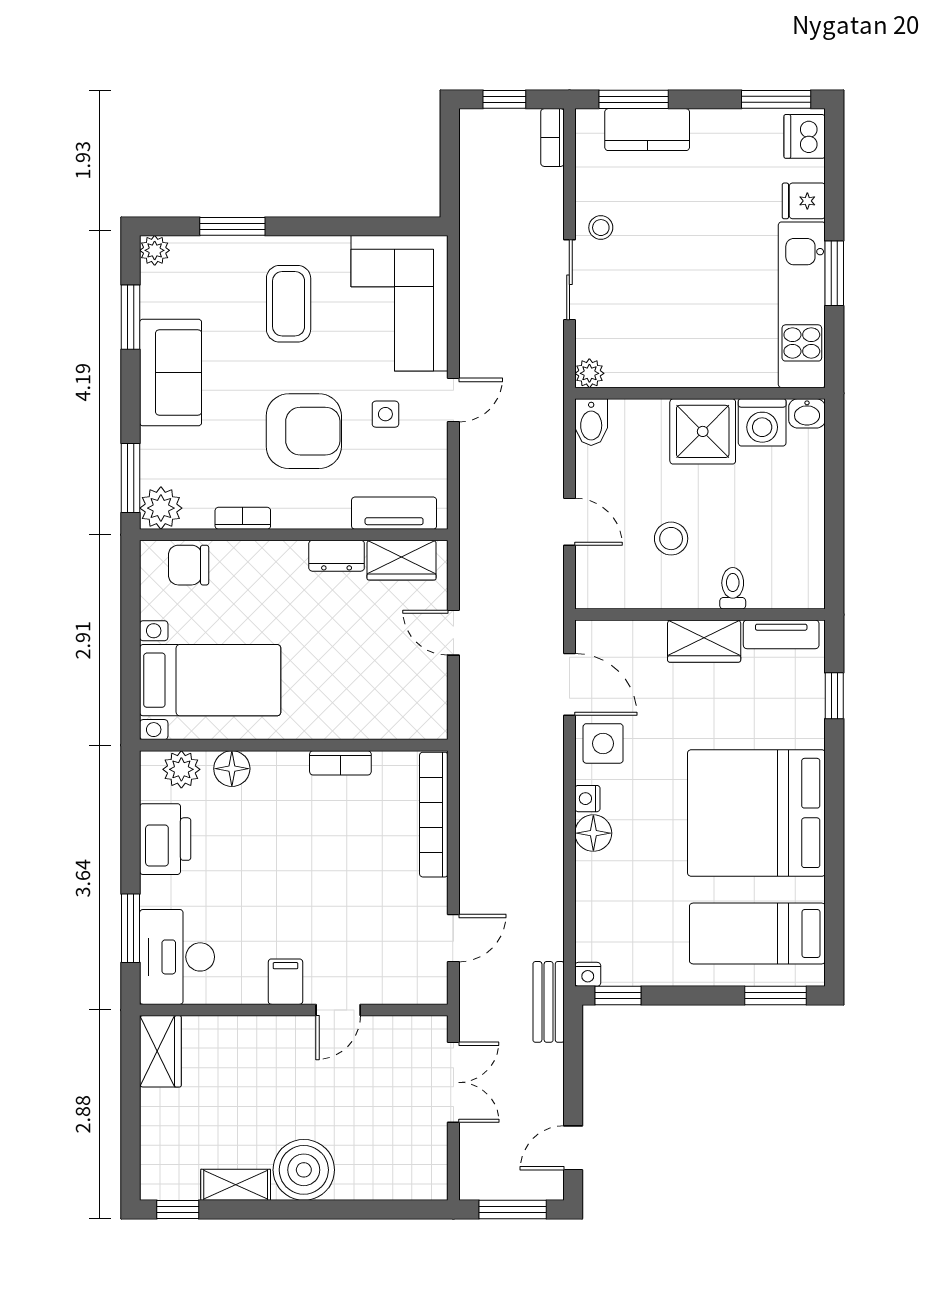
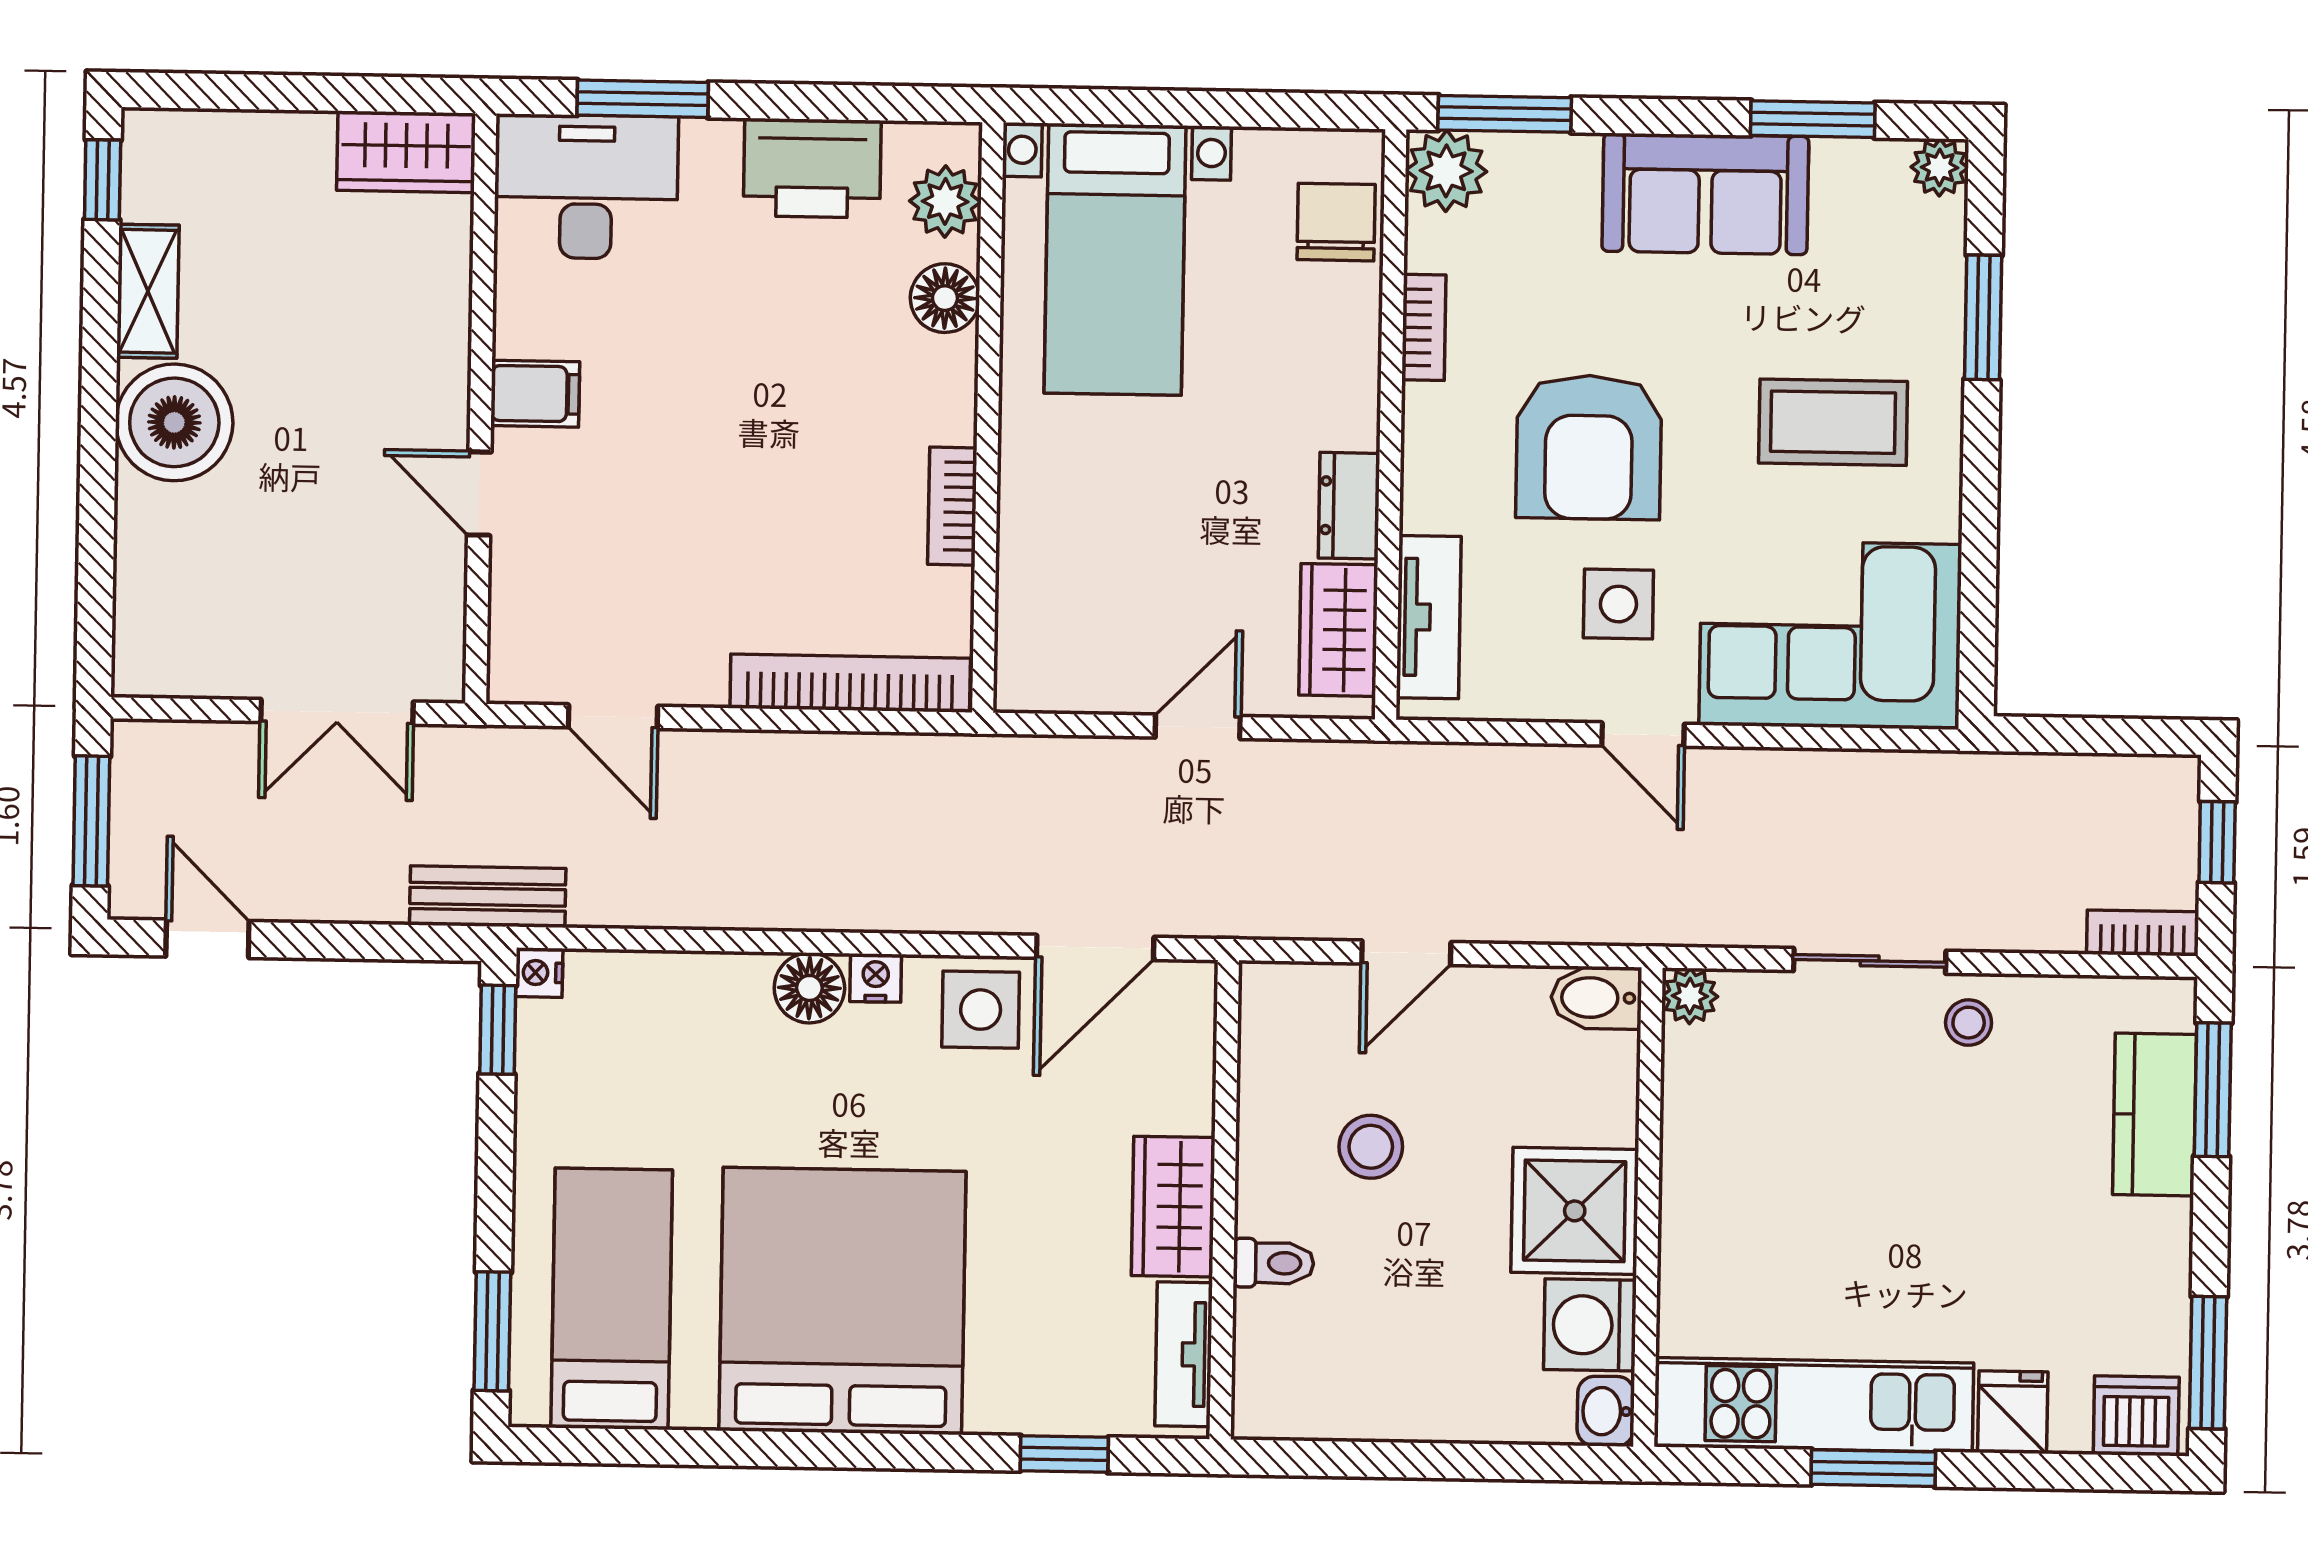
side table: (385, 414) -> (1618, 604), width x1.37, depth x1.37

